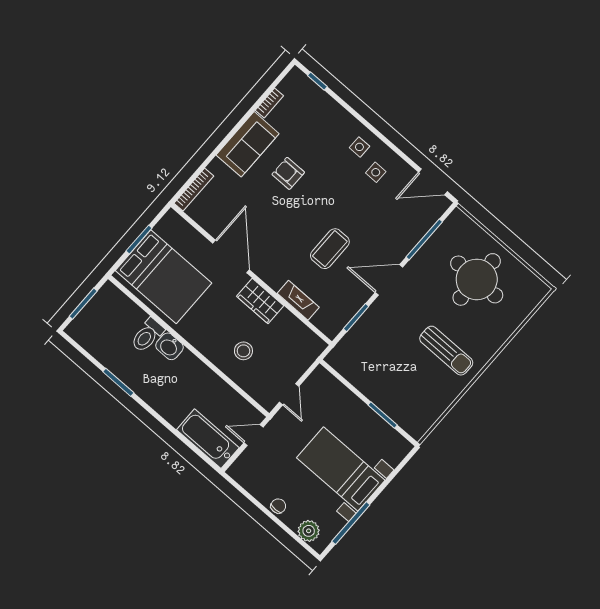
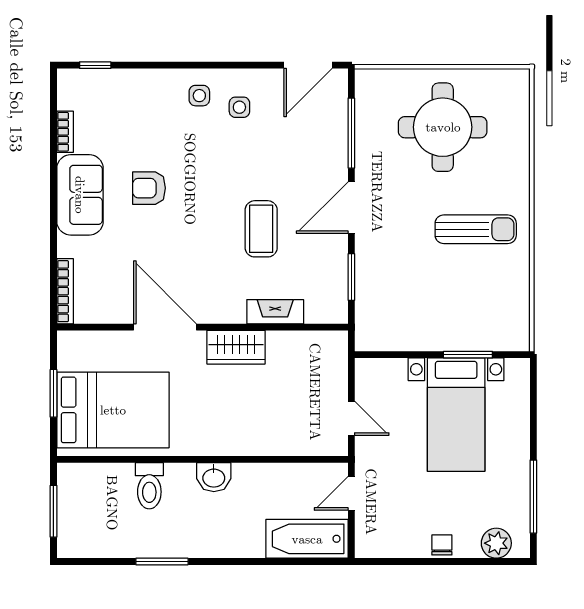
washbasin: (170, 346) -> (214, 477), moved
stool: (243, 351) -> (264, 414), removed
bed with nightstands: (341, 469) -> (456, 415), moved, turned -90

